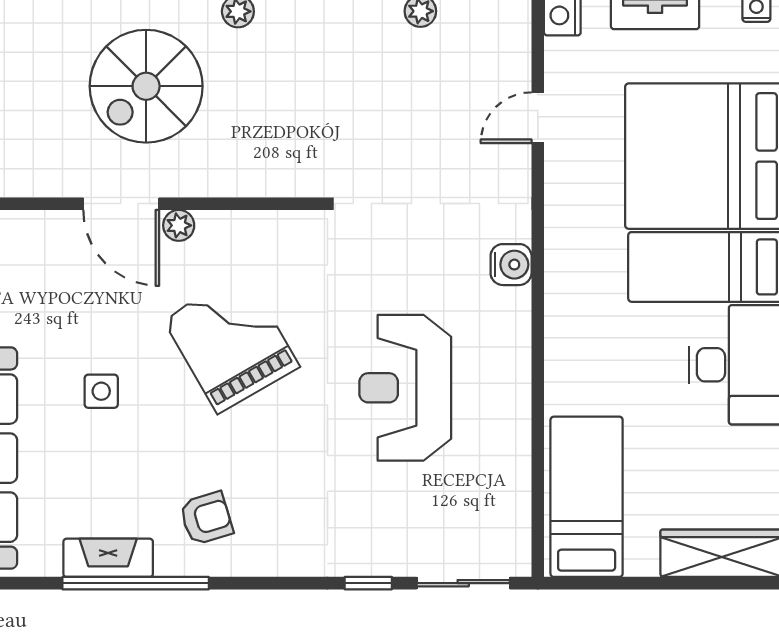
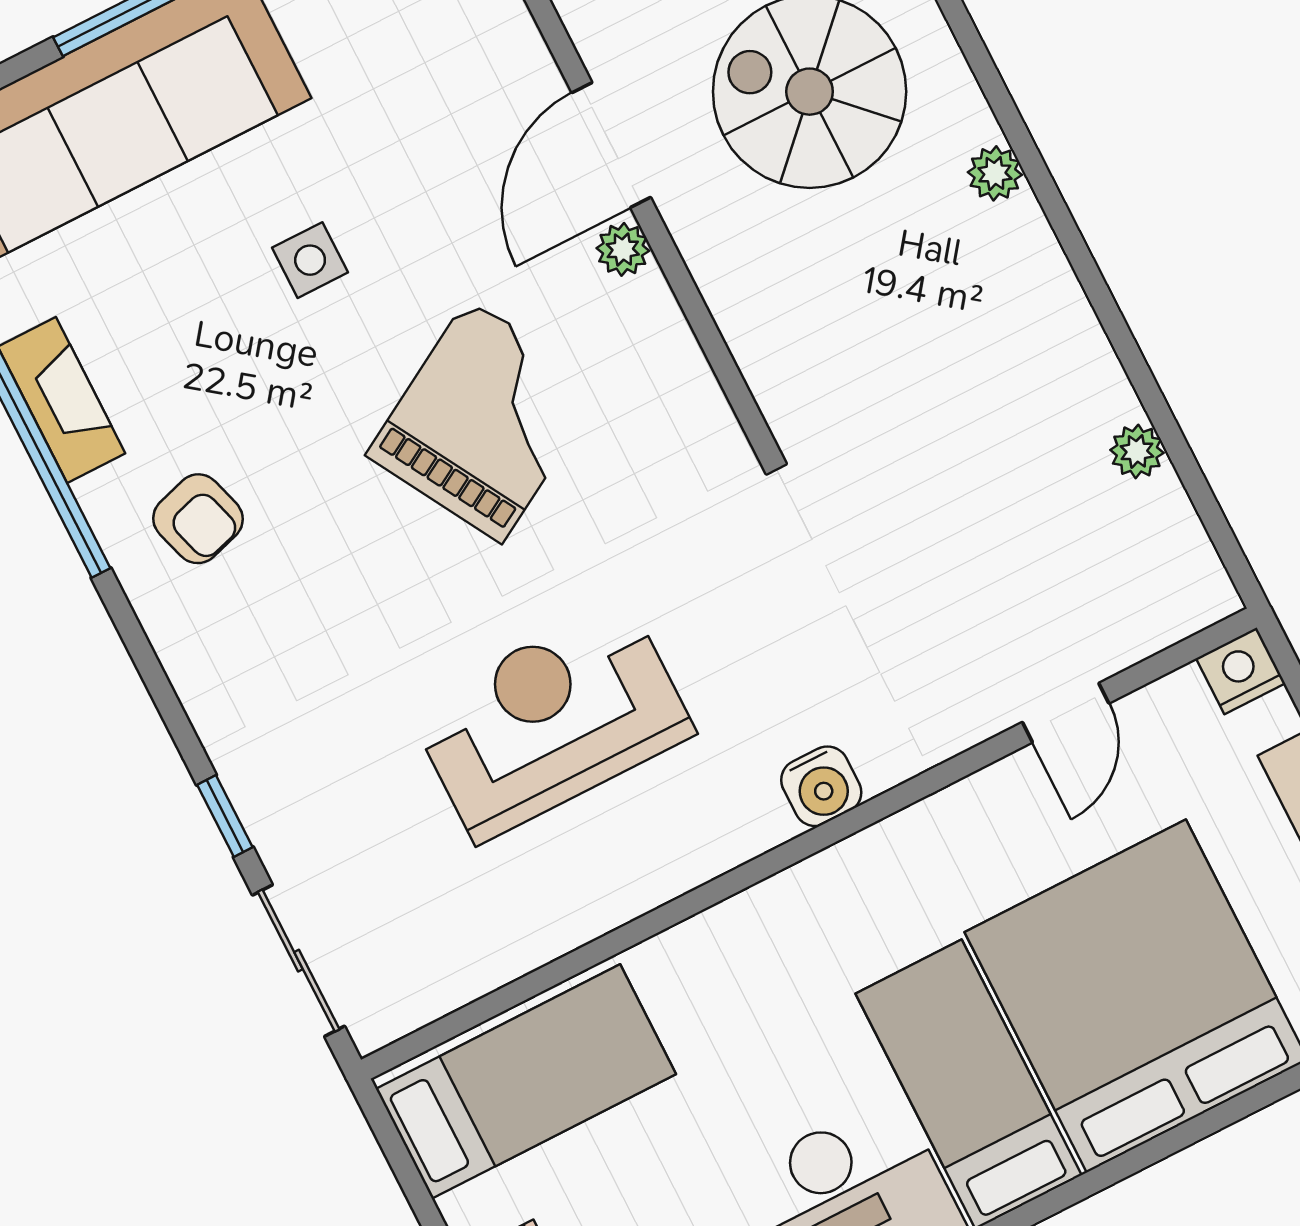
door: (538, 118) -> (1066, 713), swing flipped

